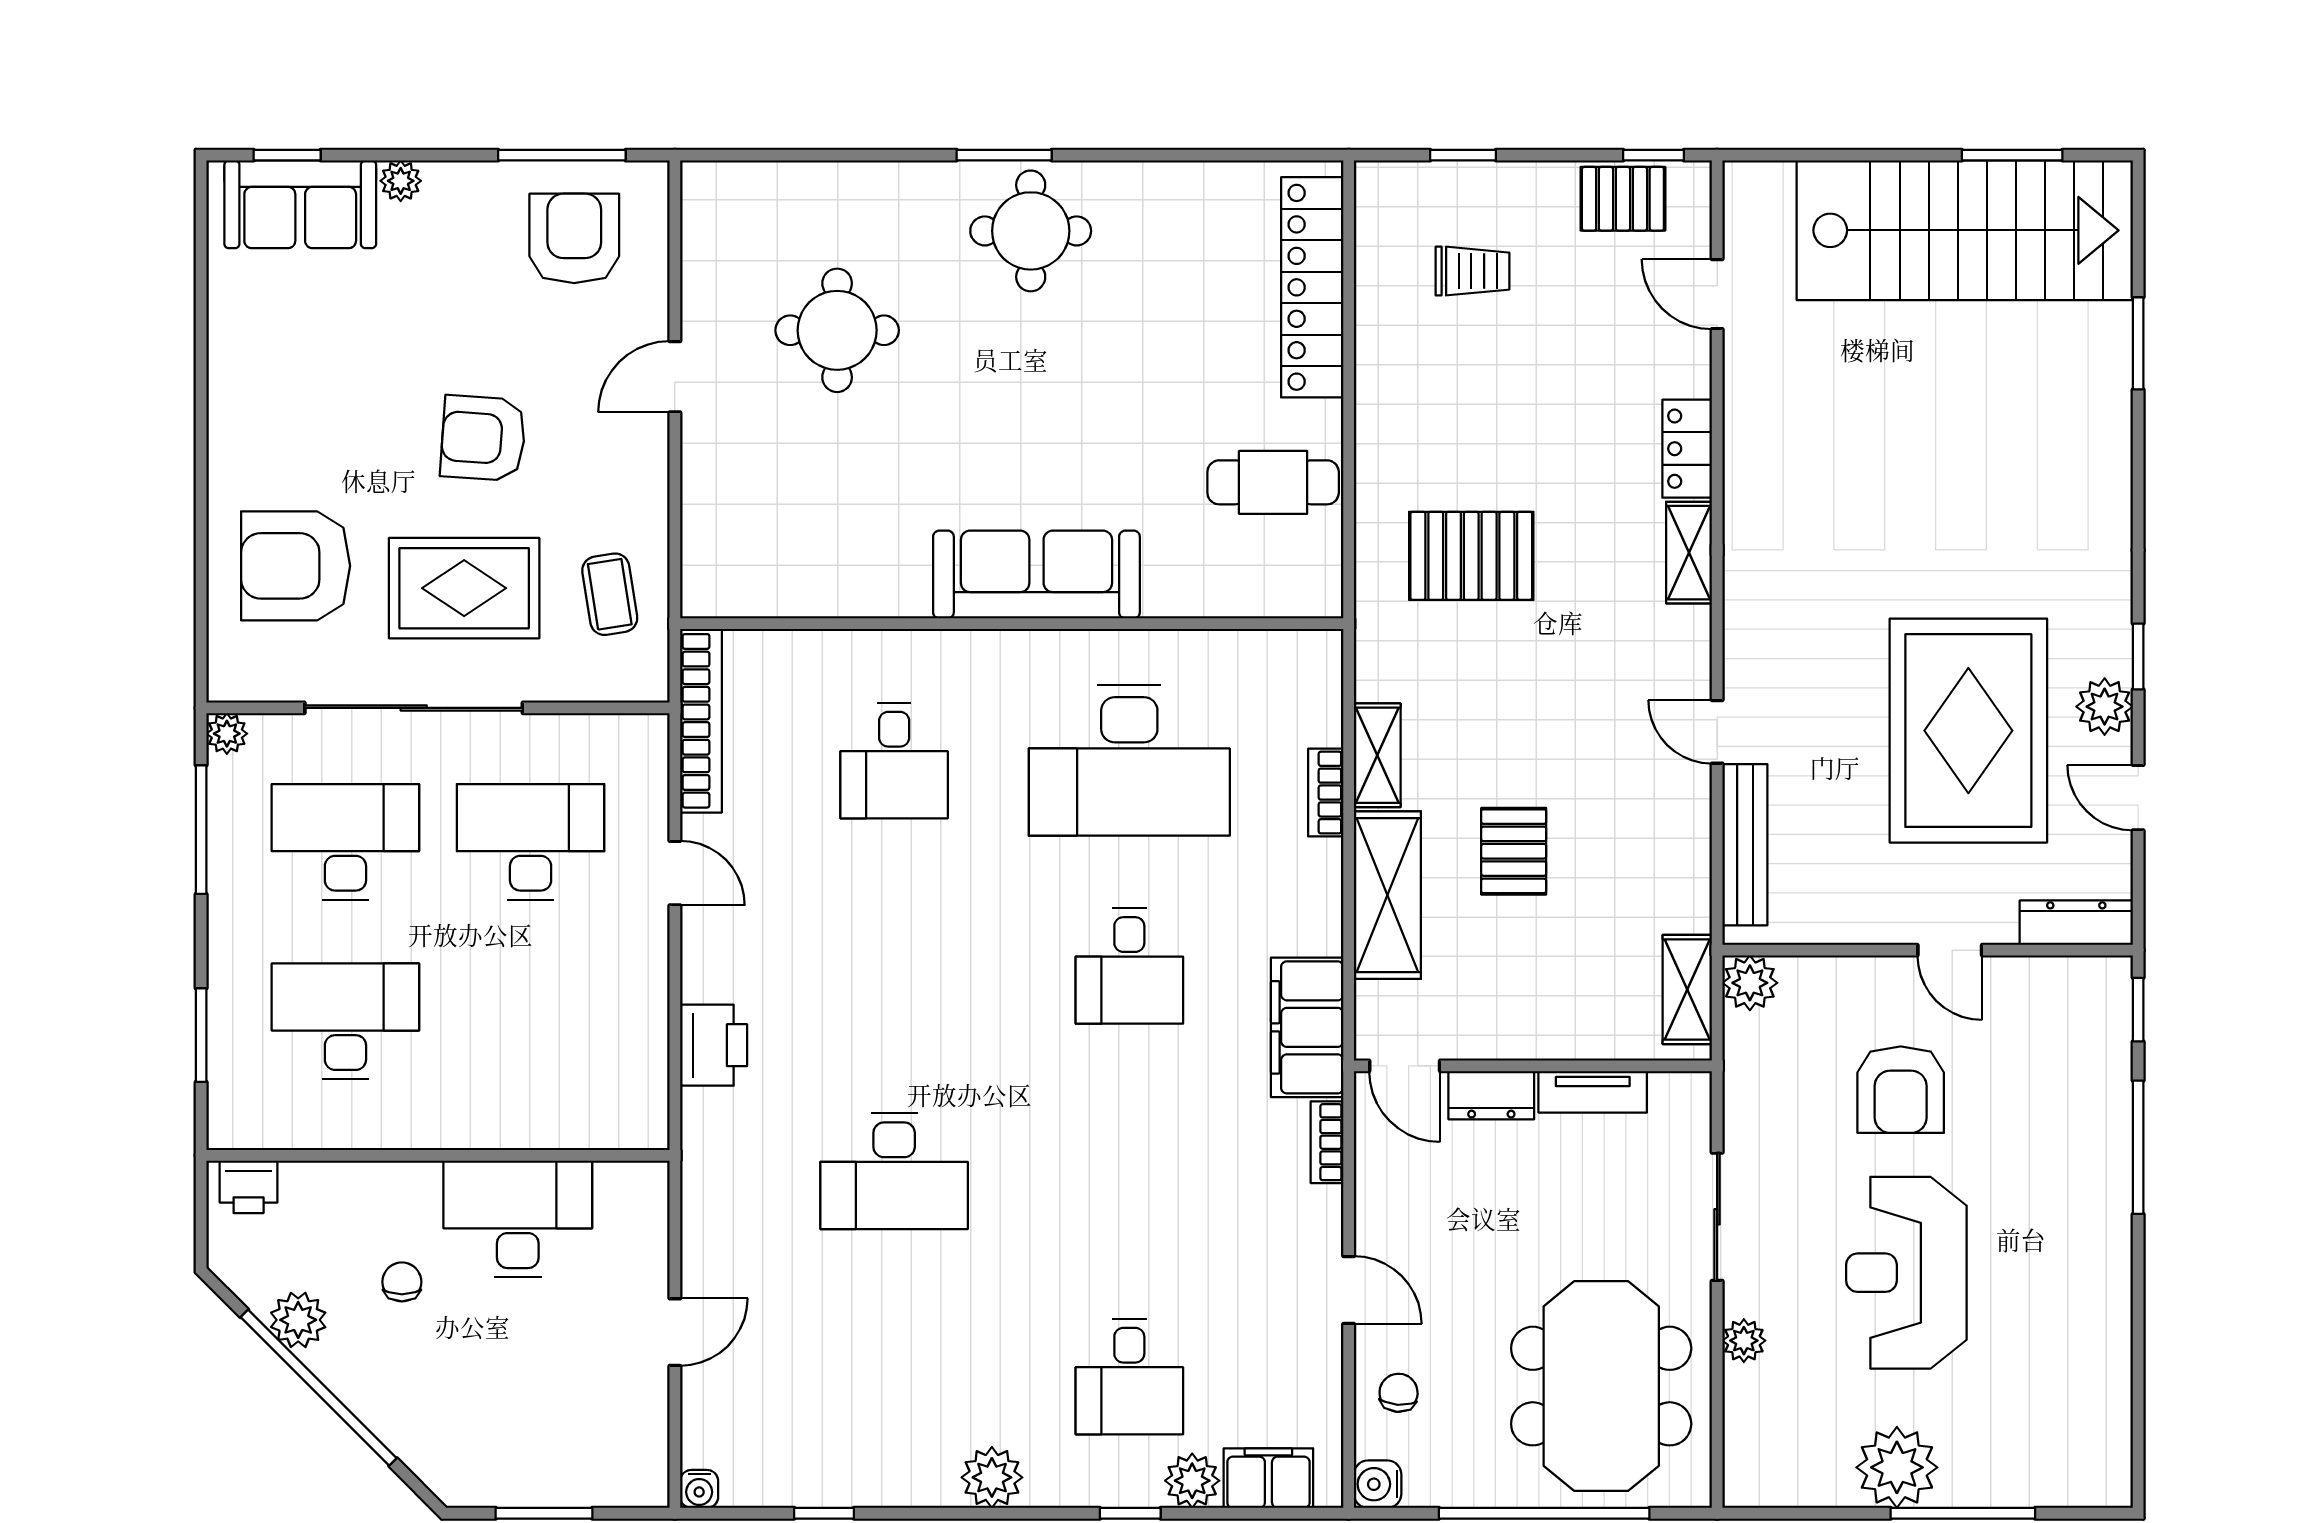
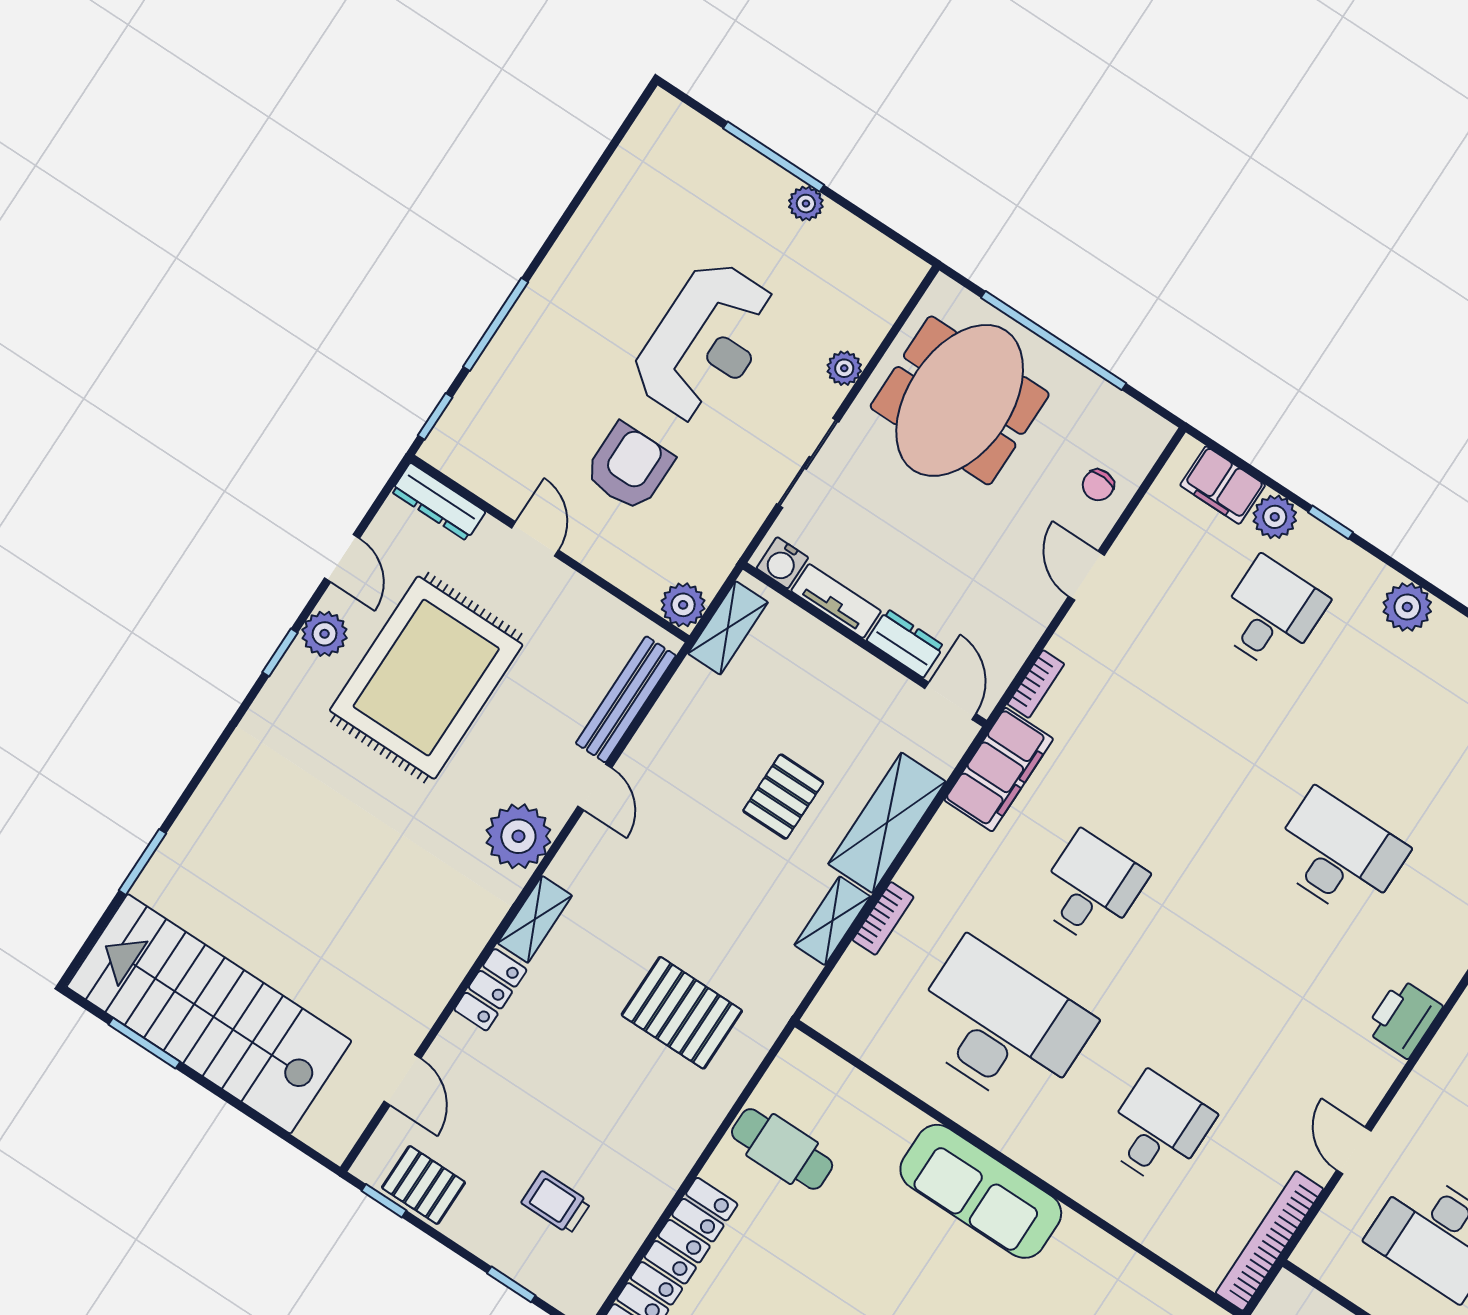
plant: (1763, 628) -> (518, 836), added
plant: (1897, 1467) -> (806, 204), width x0.53, depth x0.53
water cooler: (1378, 1484) -> (782, 563), moved, turned 90

